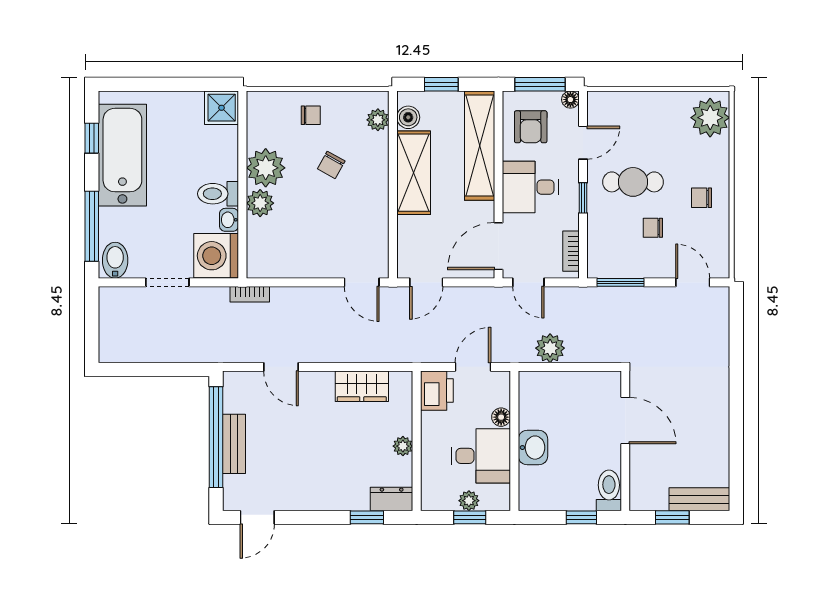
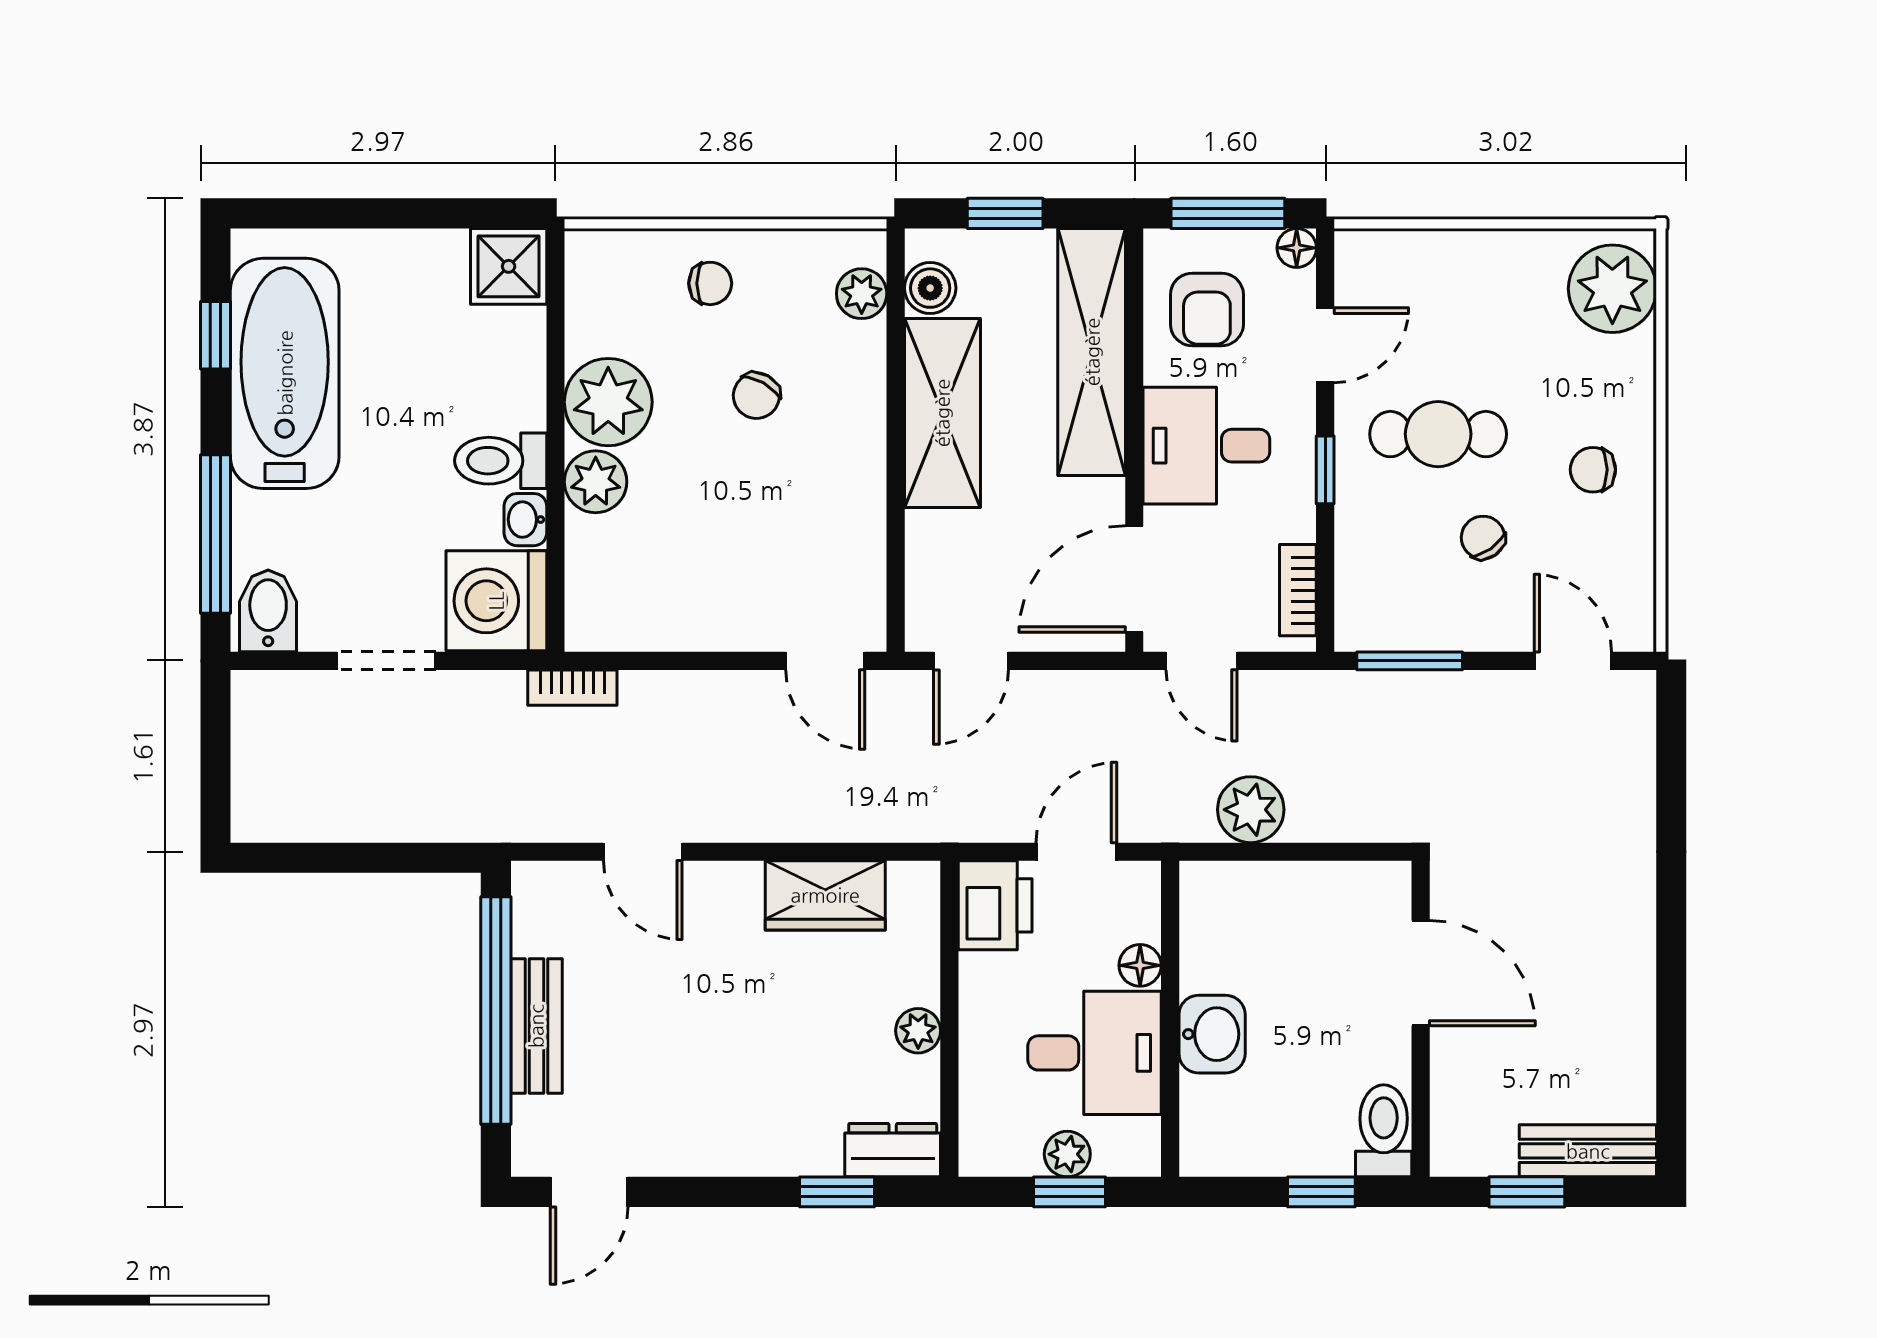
chair: (653, 228) -> (1483, 538), turned 55

